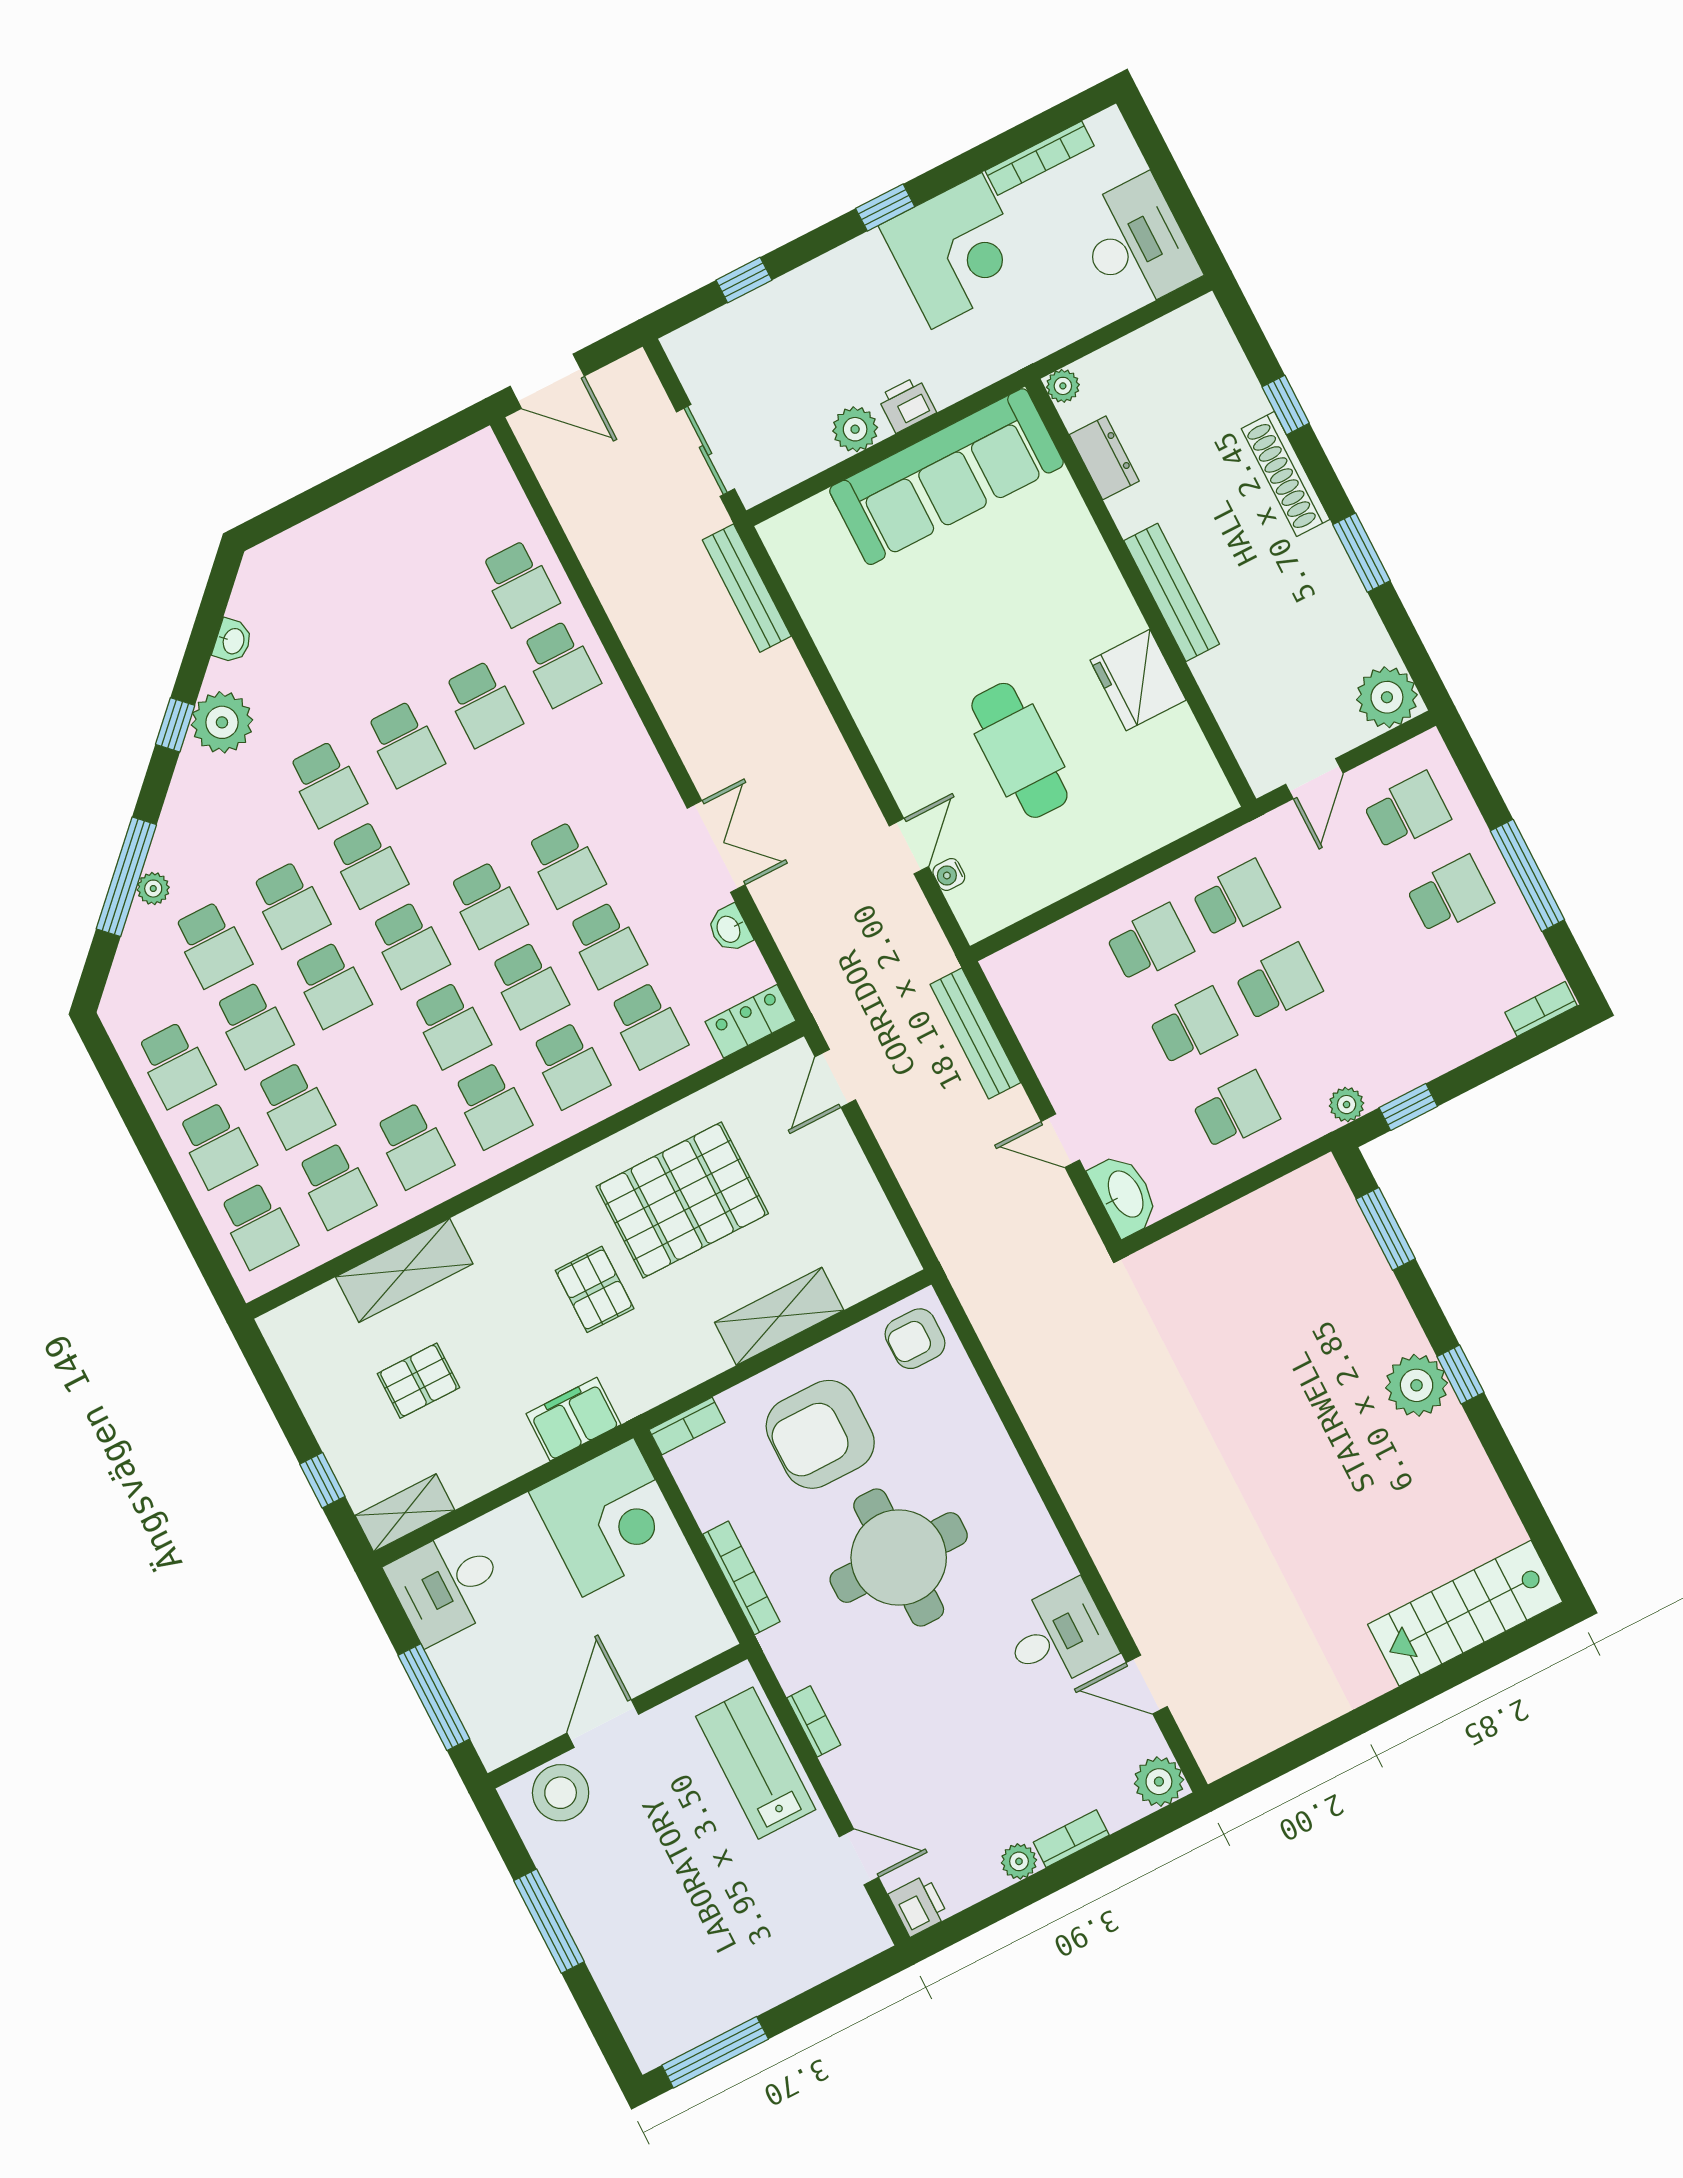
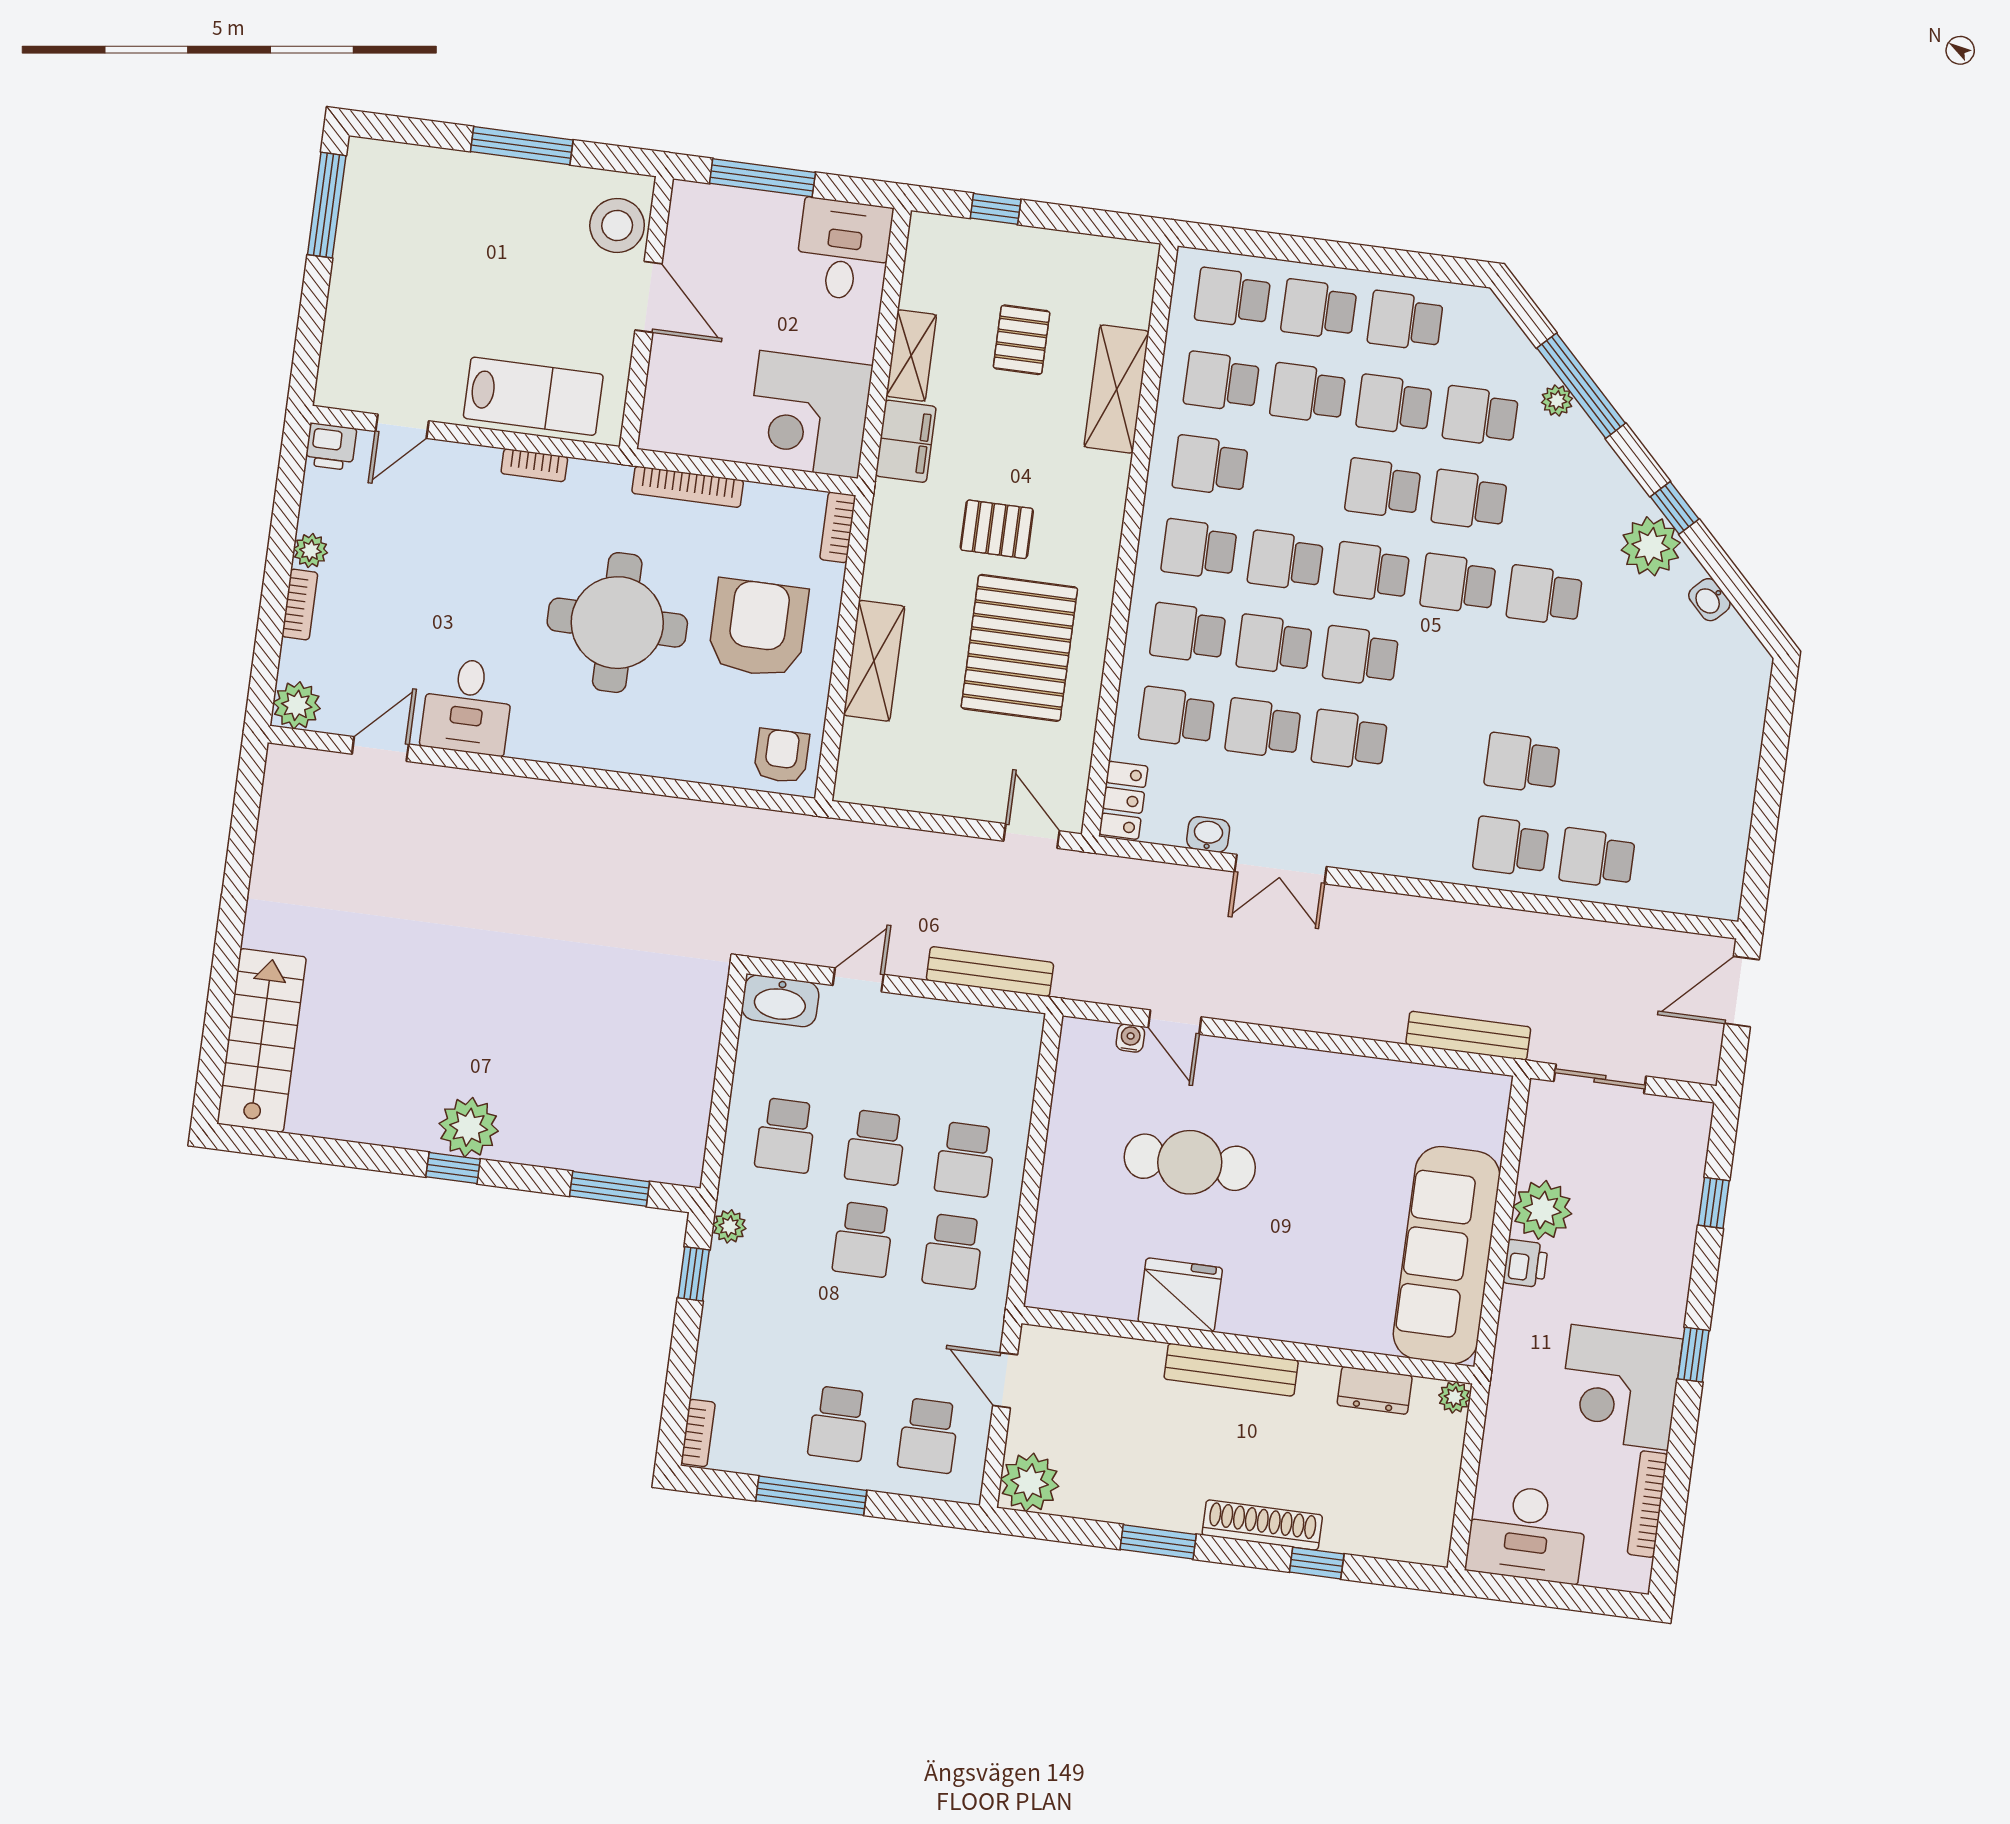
plant: (855, 429) -> (1542, 1210), width x1.36, depth x1.36
school desk: (405, 744) -> (1533, 679), removed
shelving: (405, 1513) -> (911, 355), moved

